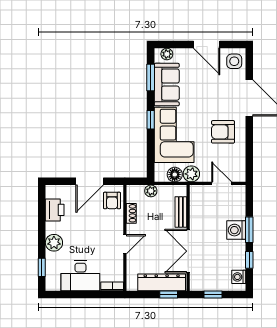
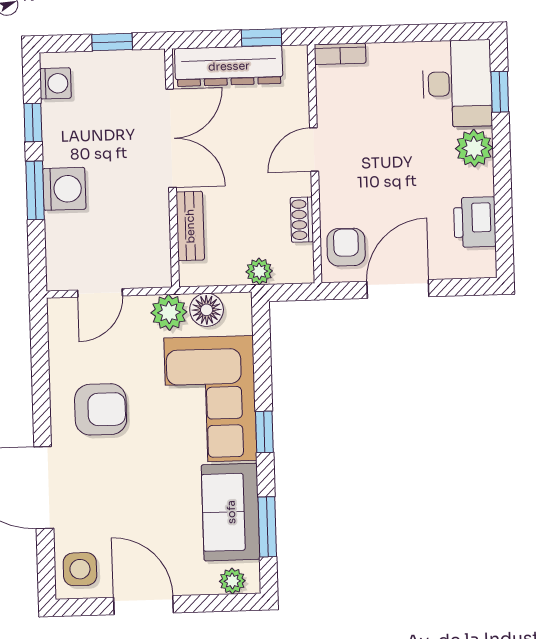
door: (222, 183) -> (100, 293), hinge flipped
desk: (80, 276) -> (457, 83), moved, turned 90
window: (169, 295) -> (262, 38), moved

